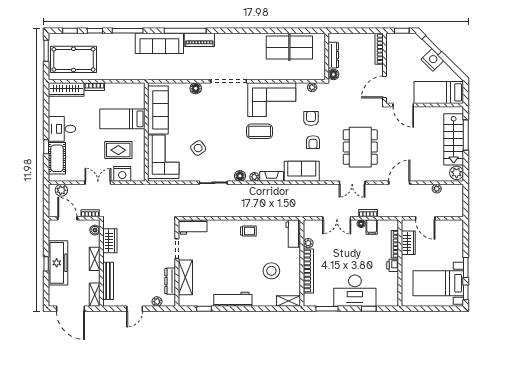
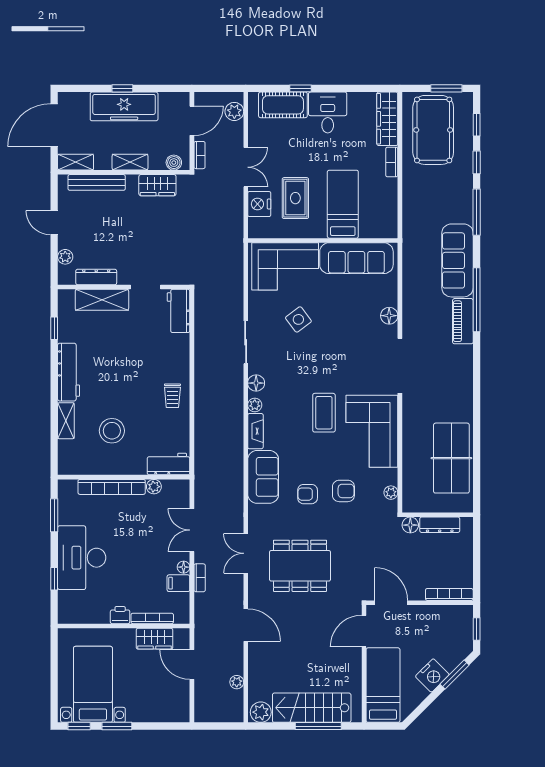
door: (425, 218) -> (192, 665), hinge flipped
shelving: (289, 301) -> (66, 421), moved

